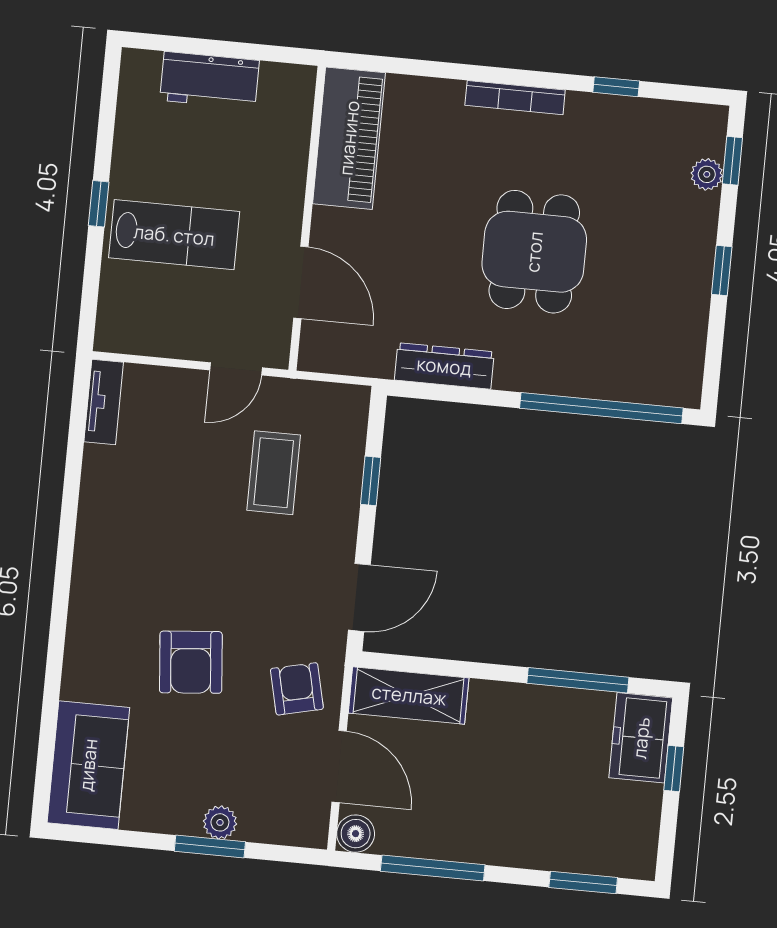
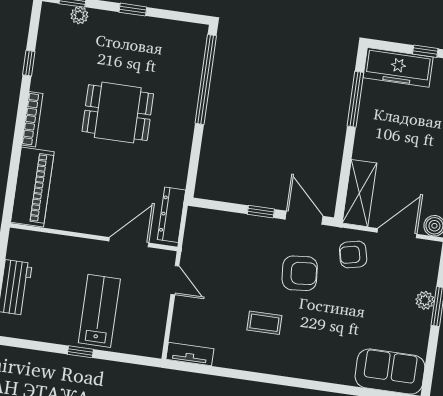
piano: (349, 138) -> (32, 187), moved, turned 90
dresser: (444, 366) -> (171, 215), moved
coffee table: (274, 473) -> (264, 323), moved, width x0.73, depth x0.77
window: (371, 481) -> (261, 212), moved
armchair: (191, 662) -> (300, 273), moved
freezer: (641, 738) -> (398, 67), width x1.40
window: (674, 769) -> (425, 51), moved

